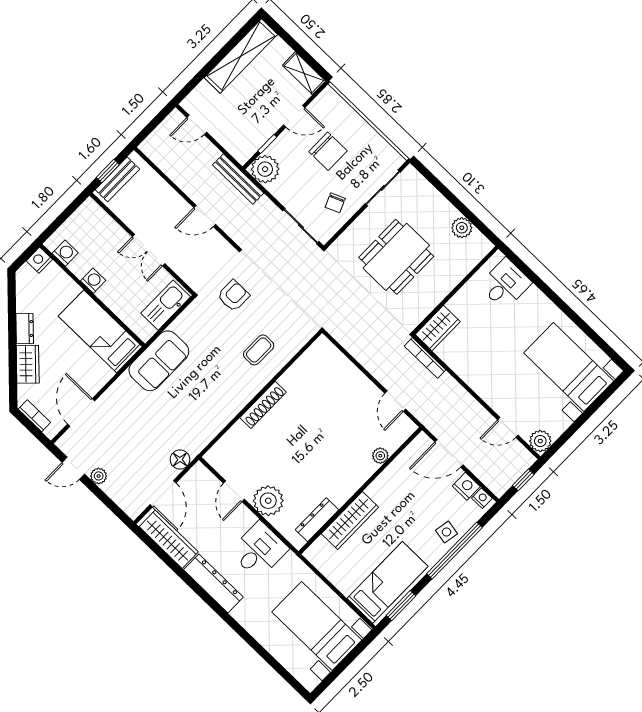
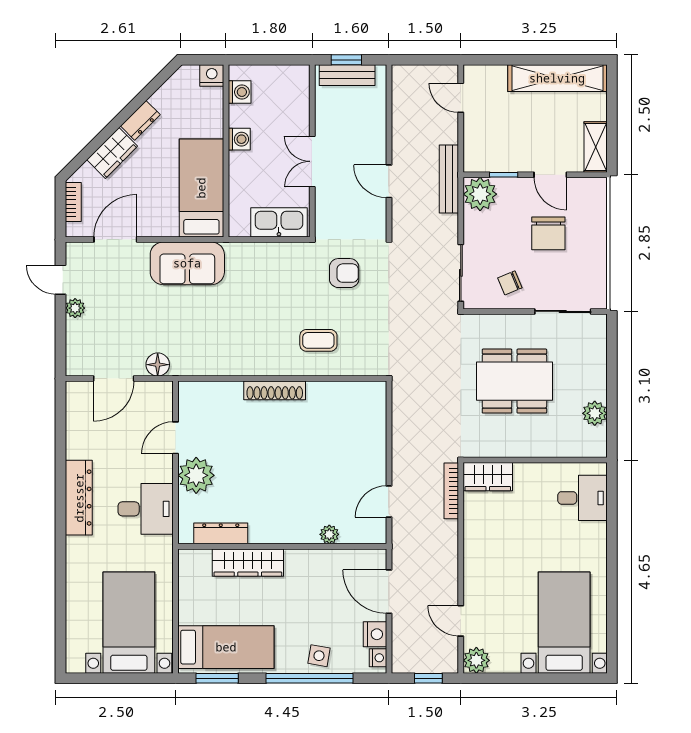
sofa: (159, 361) -> (187, 263), moved
wardrobe: (169, 539) -> (79, 422), removed

